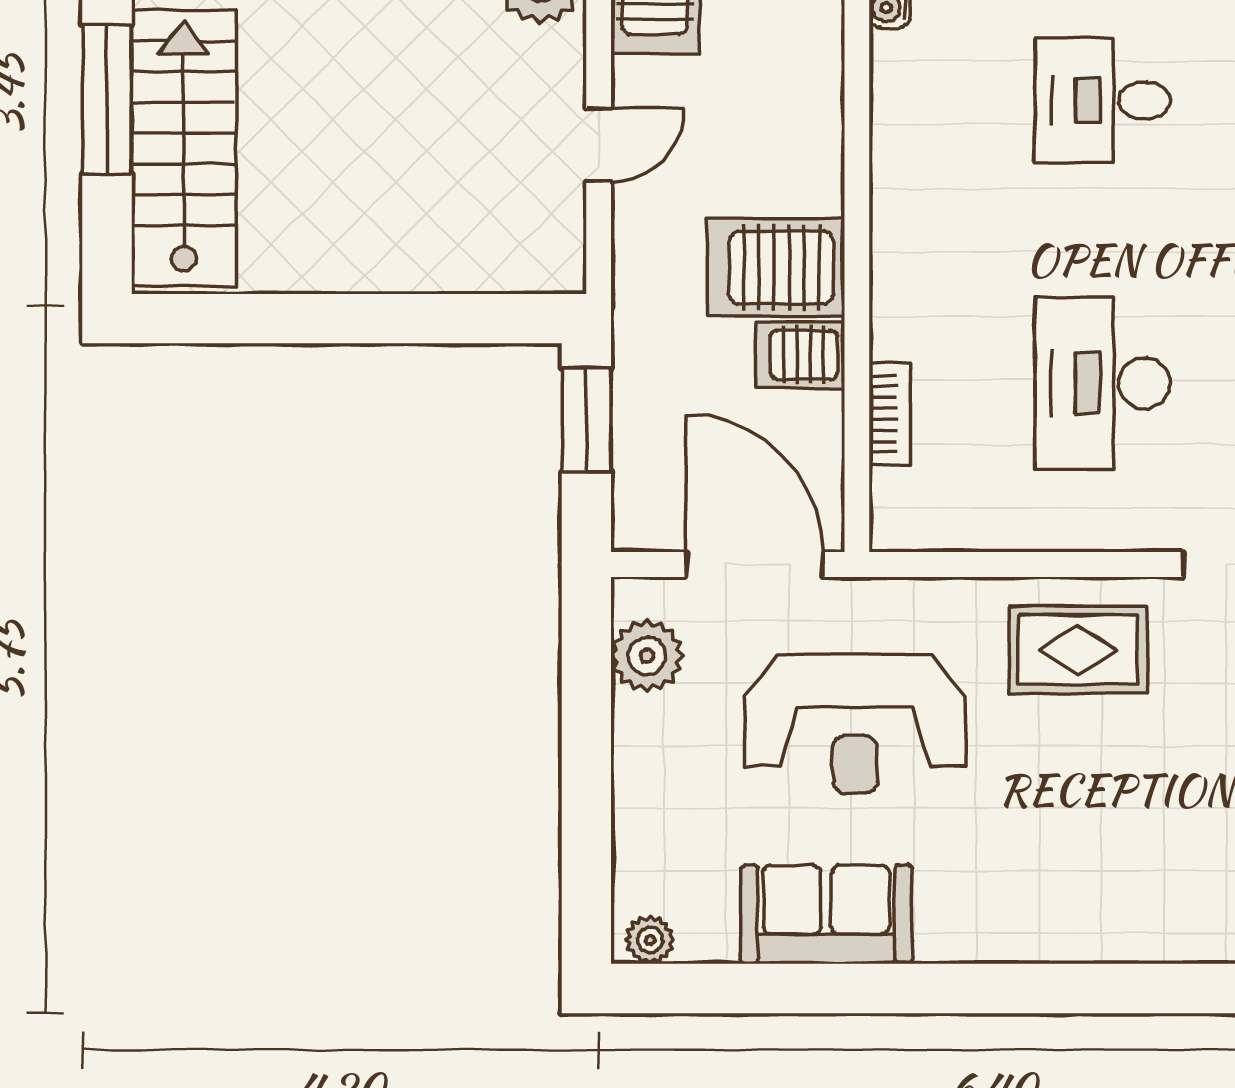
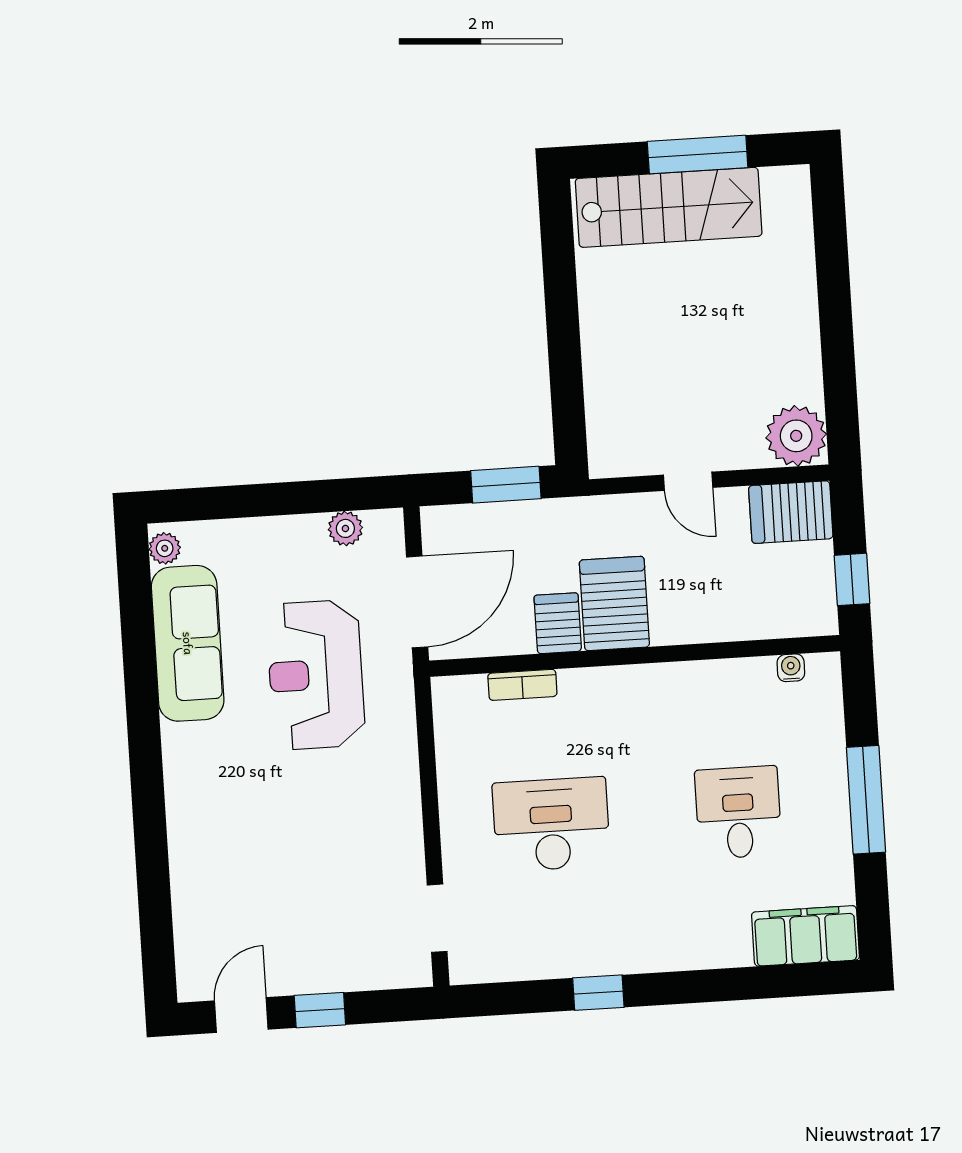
rug: (1078, 650) -> (374, 819), removed
plant: (647, 656) -> (345, 528), width x0.73, depth x0.73
sofa: (826, 914) -> (188, 643), width x1.36

